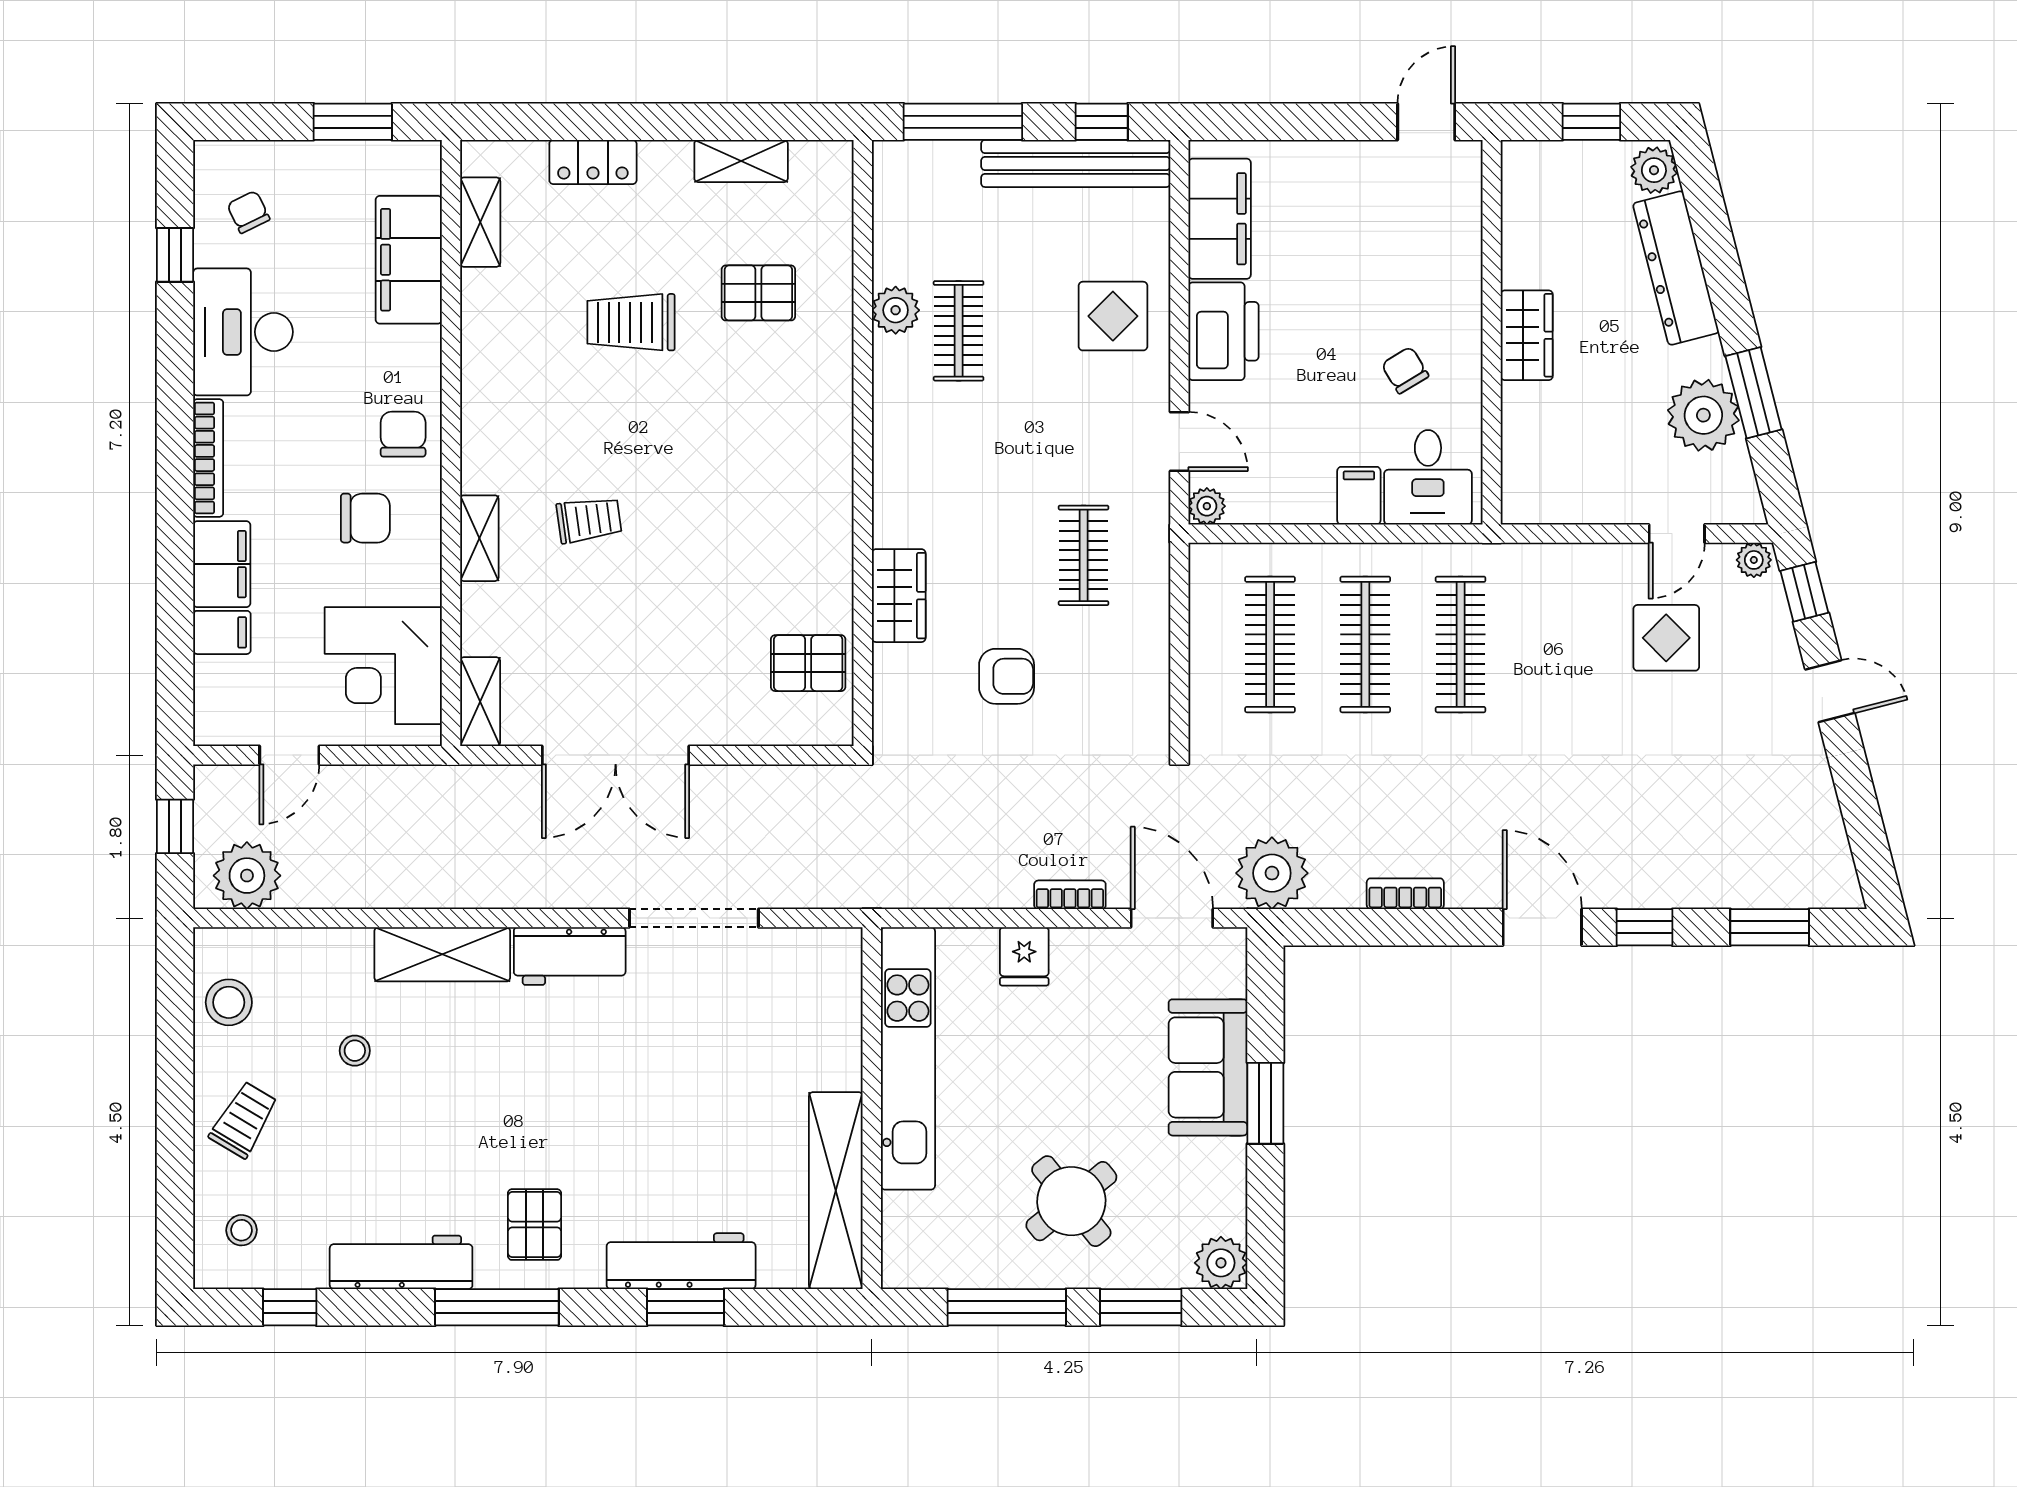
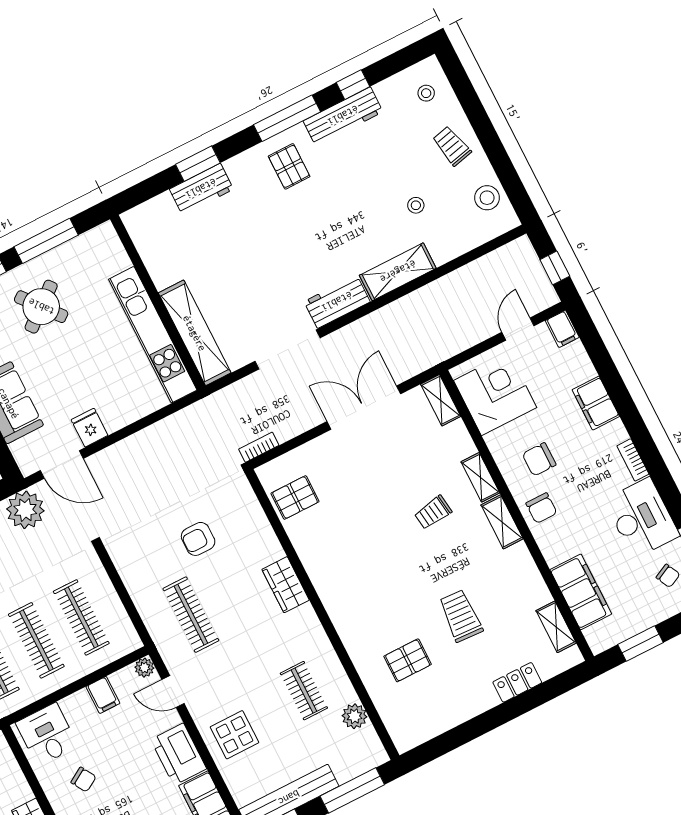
shelving: (741, 161) -> (502, 522), moved, turned 90
plant: (896, 310) -> (354, 716), moved
trolley: (631, 322) -> (461, 616), turned -87
bookcase: (208, 458) -> (633, 460), width x0.64
filing cabinet: (1359, 496) -> (103, 695), moved
clothes rail: (1084, 555) -> (191, 615), width x1.36
wardrobe: (899, 596) -> (286, 585), moved
filing cabinet: (222, 632) -> (562, 329), moved, turned -90
plant: (247, 876) -> (509, 262), removed
bookcase: (1070, 895) -> (259, 447), moved, turned 180
fridge: (1024, 956) -> (90, 428), moved
trolley: (244, 1120) -> (452, 146), turned 136
shelving: (836, 1191) -> (195, 333), moved
workbench: (681, 1261) -> (201, 189), width x0.73
window: (290, 1307) -> (353, 85), moved

